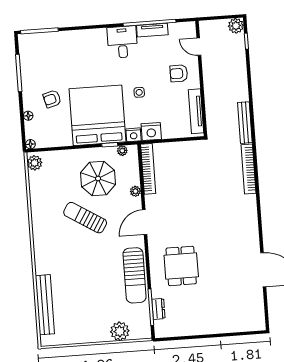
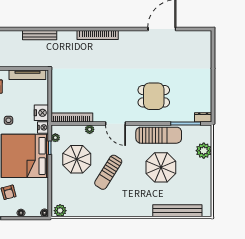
bookcase: (248, 169) -> (98, 35), moved
parasol: (96, 281) -> (161, 167), added
dresser: (158, 309) -> (203, 117), moved

